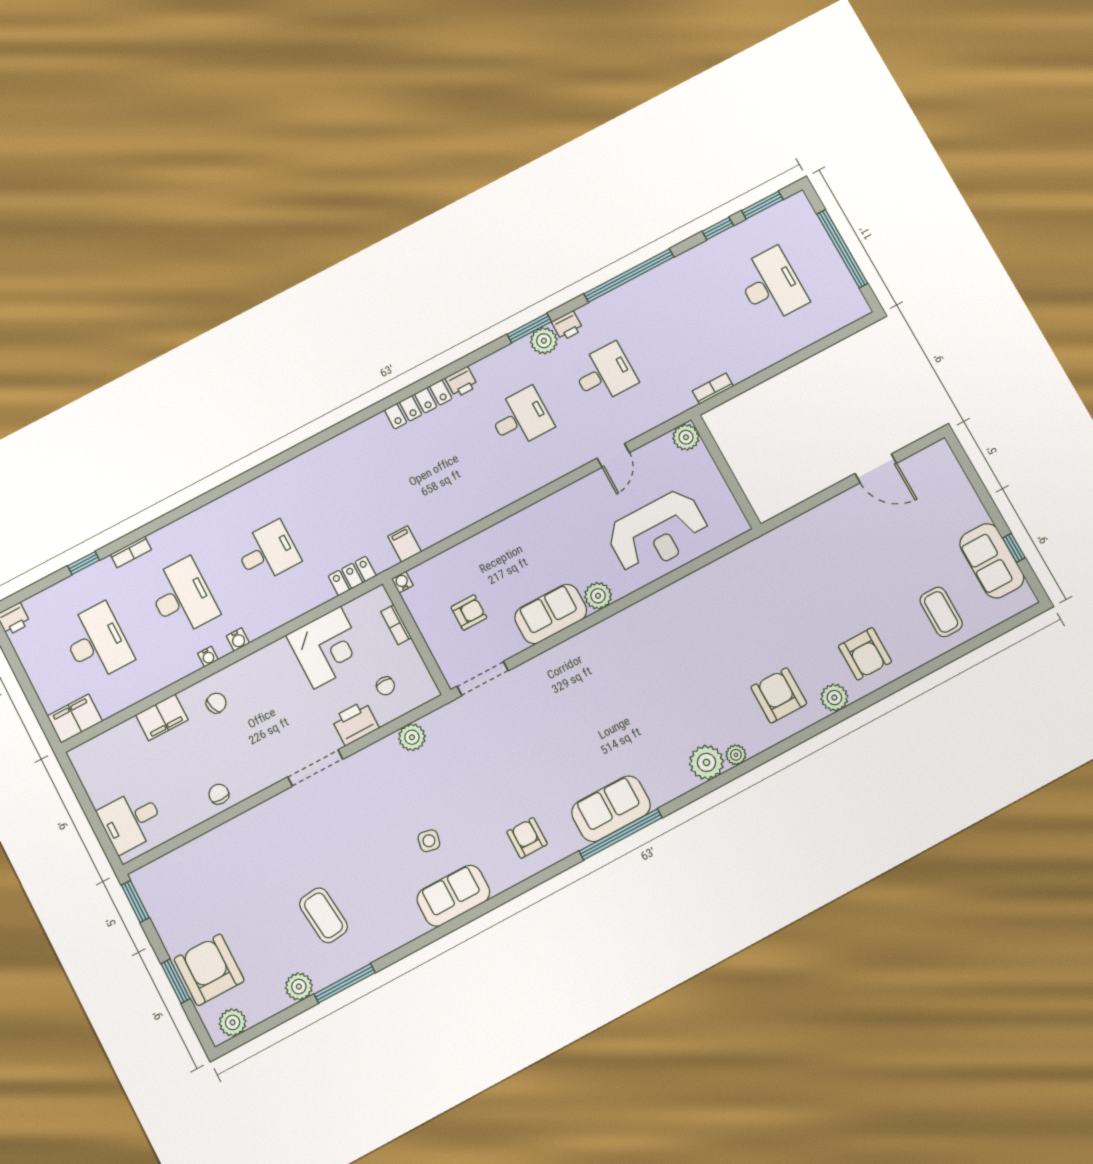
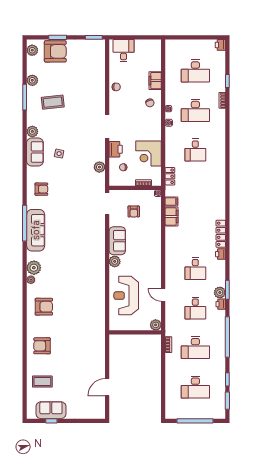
desk: (688, 329) -> (195, 348), added
plant: (834, 698) -> (32, 131), moved
filing cabinet: (75, 719) -> (172, 216), moved
sofa: (611, 809) -> (36, 230), width x1.36

